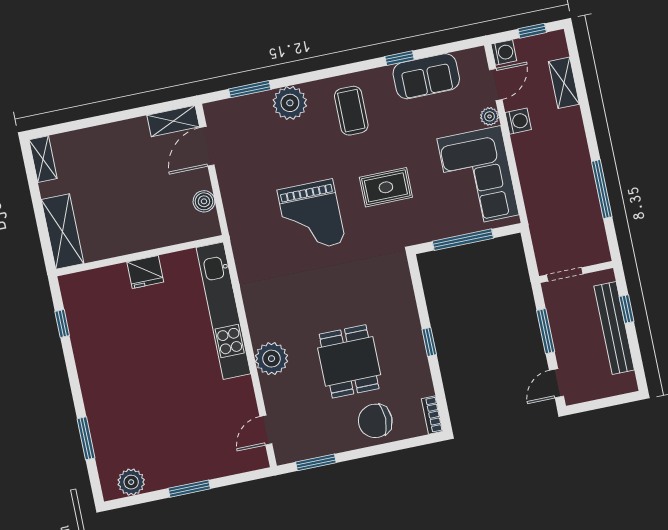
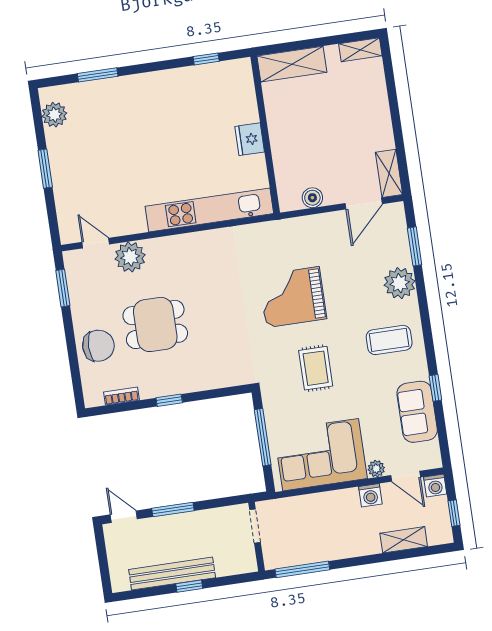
door: (207, 146) -> (364, 204), swing flipped
wall: (576, 272) -> (257, 537), moved
doorway: (565, 274) -> (255, 526), moved
plant: (271, 359) -> (130, 257), moved
bookcase: (432, 415) -> (122, 396), moved
chair: (375, 421) -> (98, 346), turned 90

